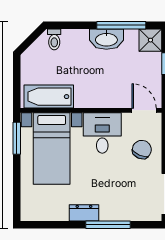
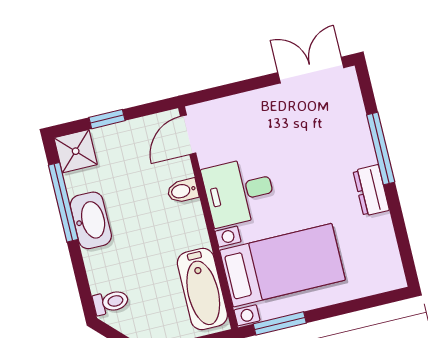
bidet: (111, 99) -> (183, 191), added
chair: (142, 150) -> (250, 124), removed

